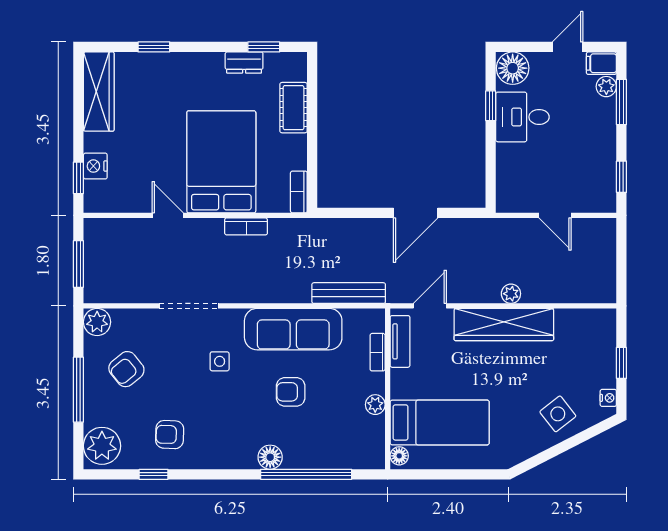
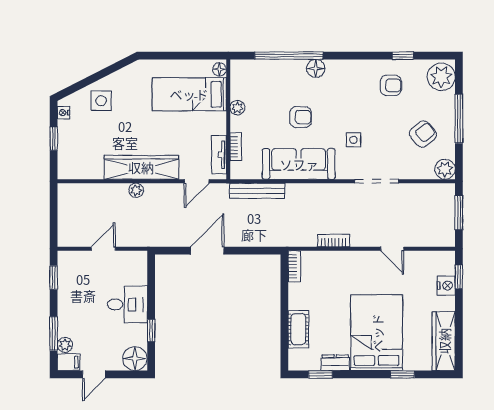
desk: (522, 117) -> (128, 304), moved
bed: (221, 162) -> (377, 333), moved, turned 180
door: (555, 215) -> (103, 249), hinge flipped
side table: (558, 414) -> (101, 101), turned 38

